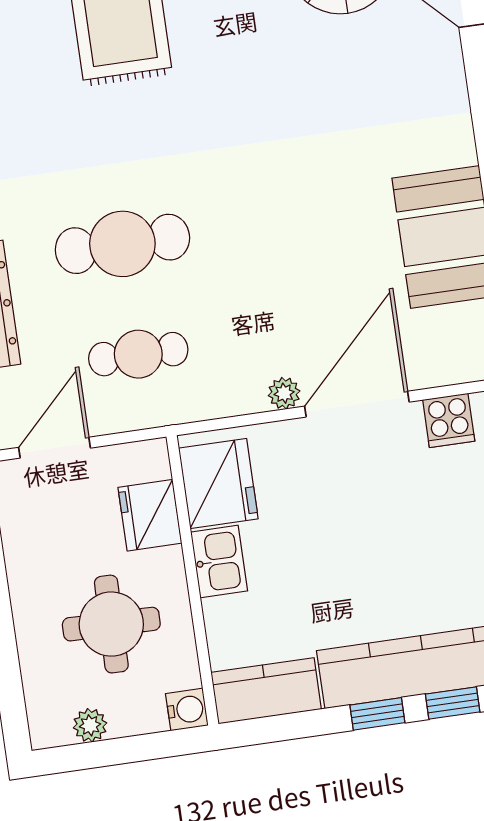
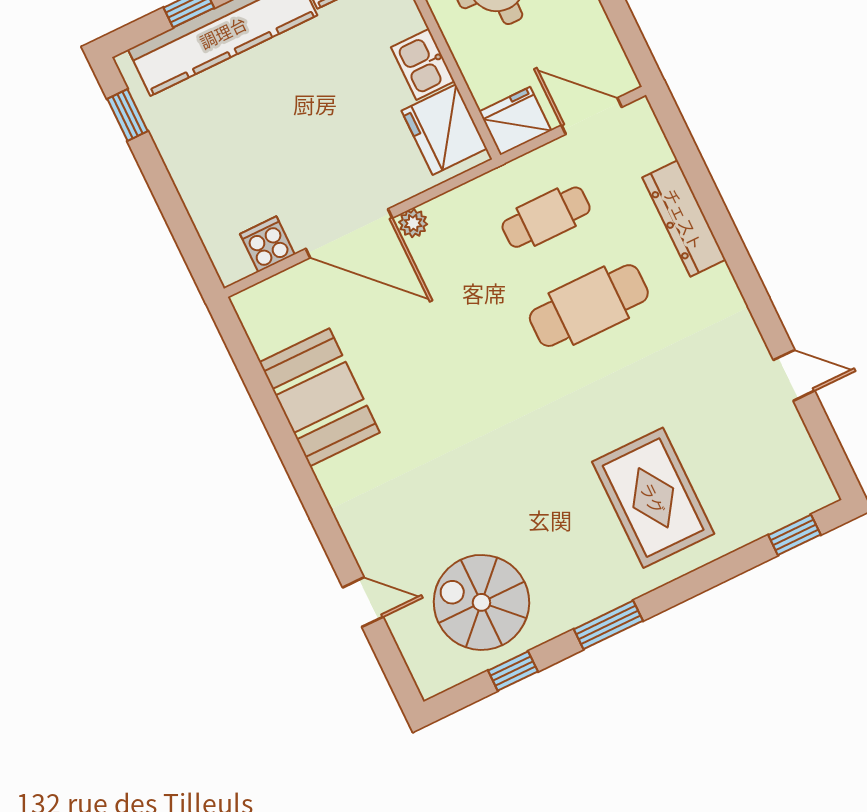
door: (357, 404) -> (349, 233), hinge flipped
door: (54, 448) -> (592, 116), swing flipped
fridge: (150, 515) -> (515, 121), moved, turned -90

